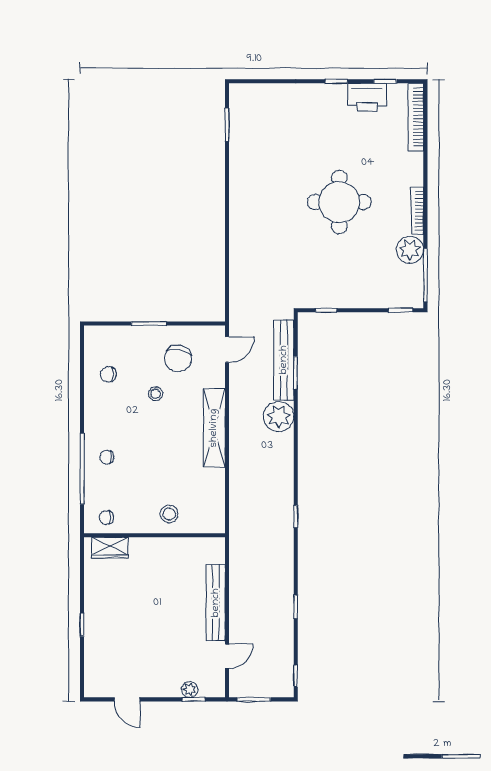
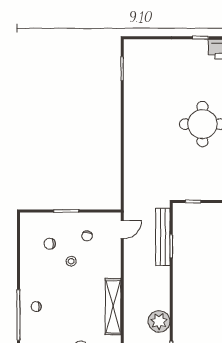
chair: (178, 358) -> (87, 236), width x0.54, depth x0.54
chair: (108, 374) -> (50, 244), moved
plant: (279, 417) -> (159, 321), moved
shelving: (214, 428) -> (113, 307), moved

